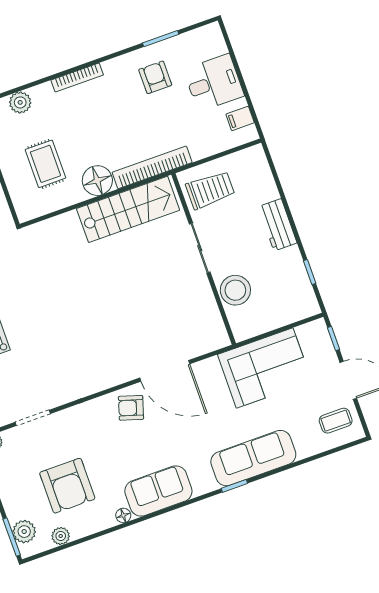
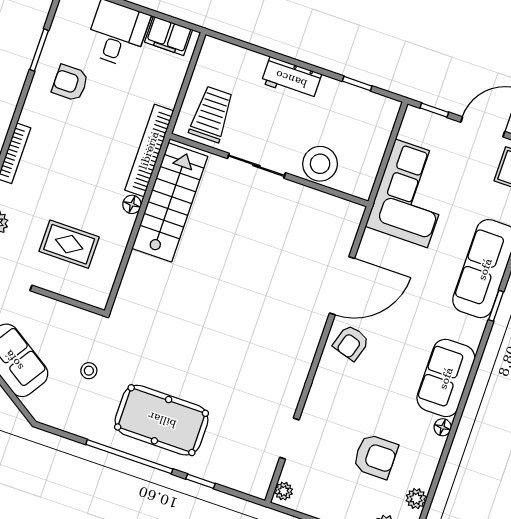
filing cabinet: (240, 118) -> (168, 36), width x2.00
floor lamp: (97, 181) -> (132, 204), width x0.53, depth x0.53
armchair: (67, 486) -> (375, 456), width x0.73, depth x0.73

